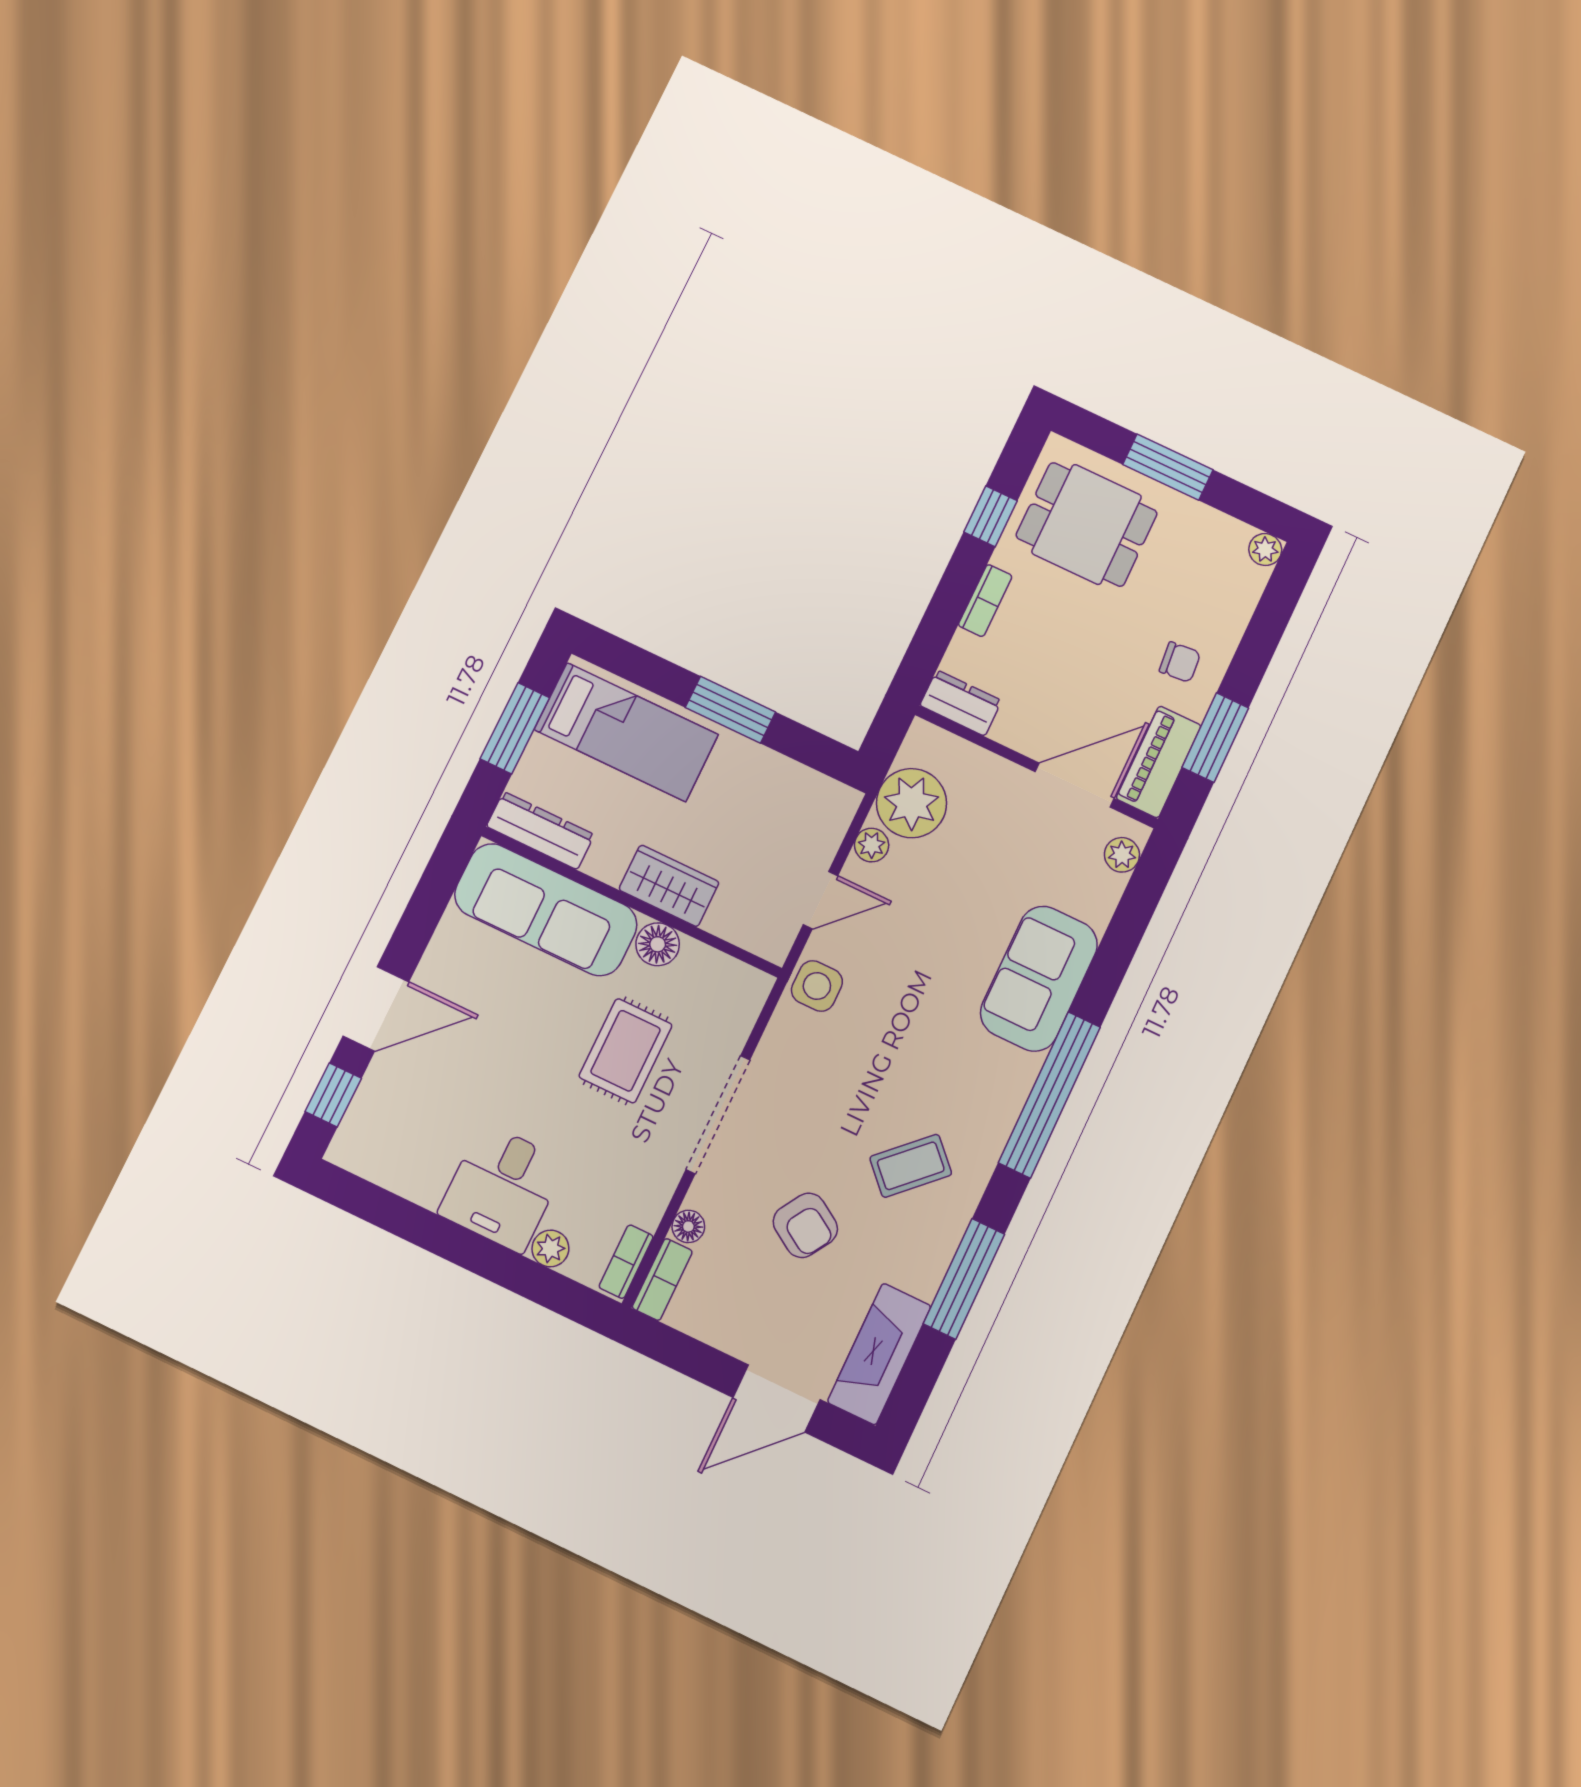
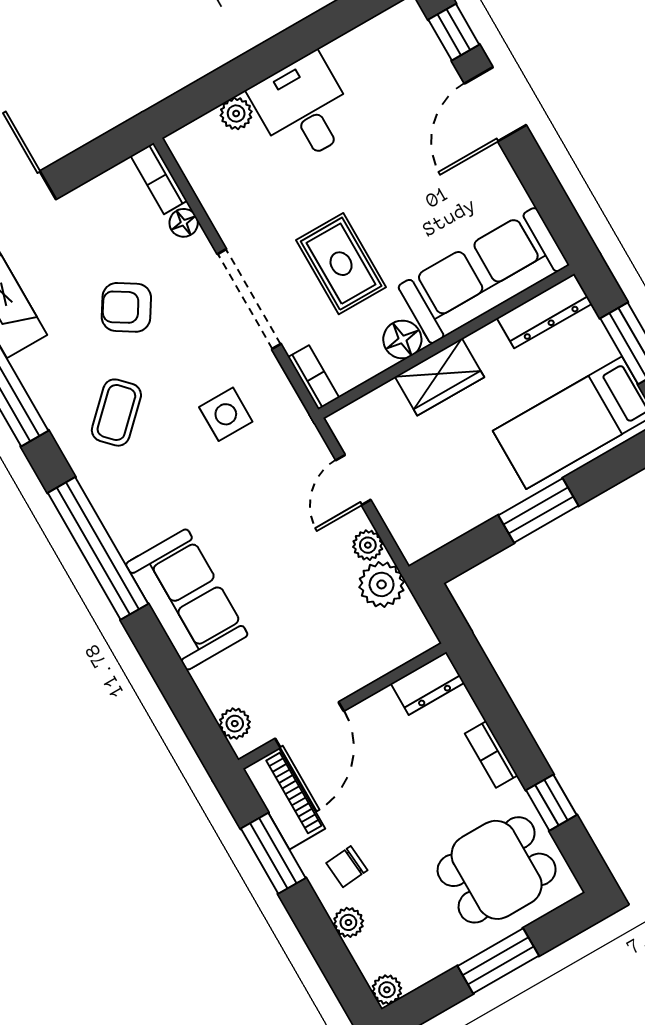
plant: (1229, 626) -> (348, 922), added
plant: (912, 803) -> (382, 584), width x0.73, depth x0.73
side table: (817, 986) -> (226, 414), moved
bookcase: (626, 1262) -> (314, 377), moved

